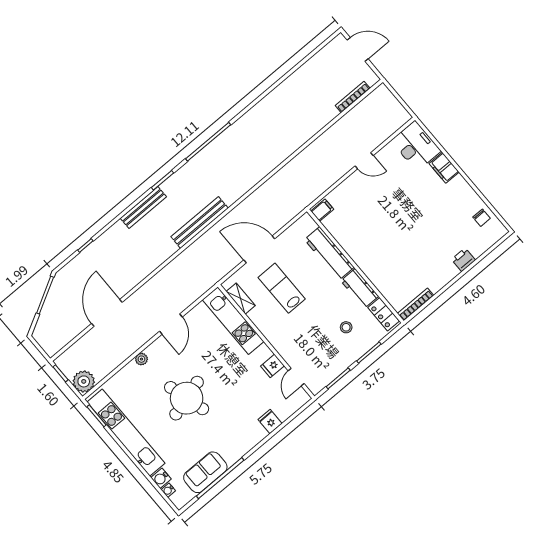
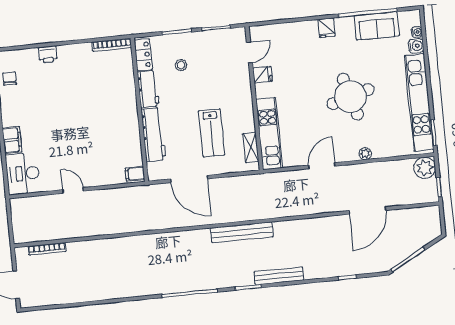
door: (259, 249) -> (189, 179), moved
fridge: (270, 422) -> (326, 28), moved

